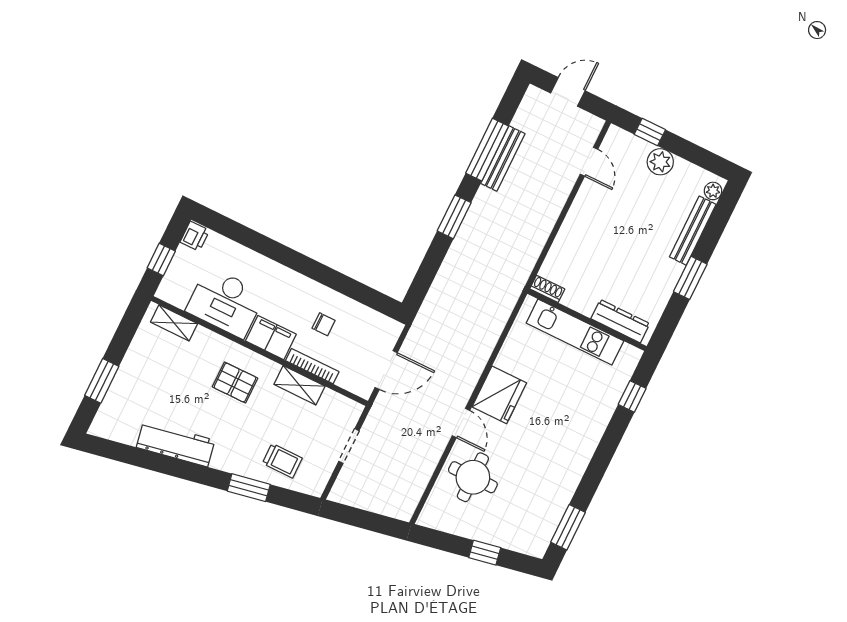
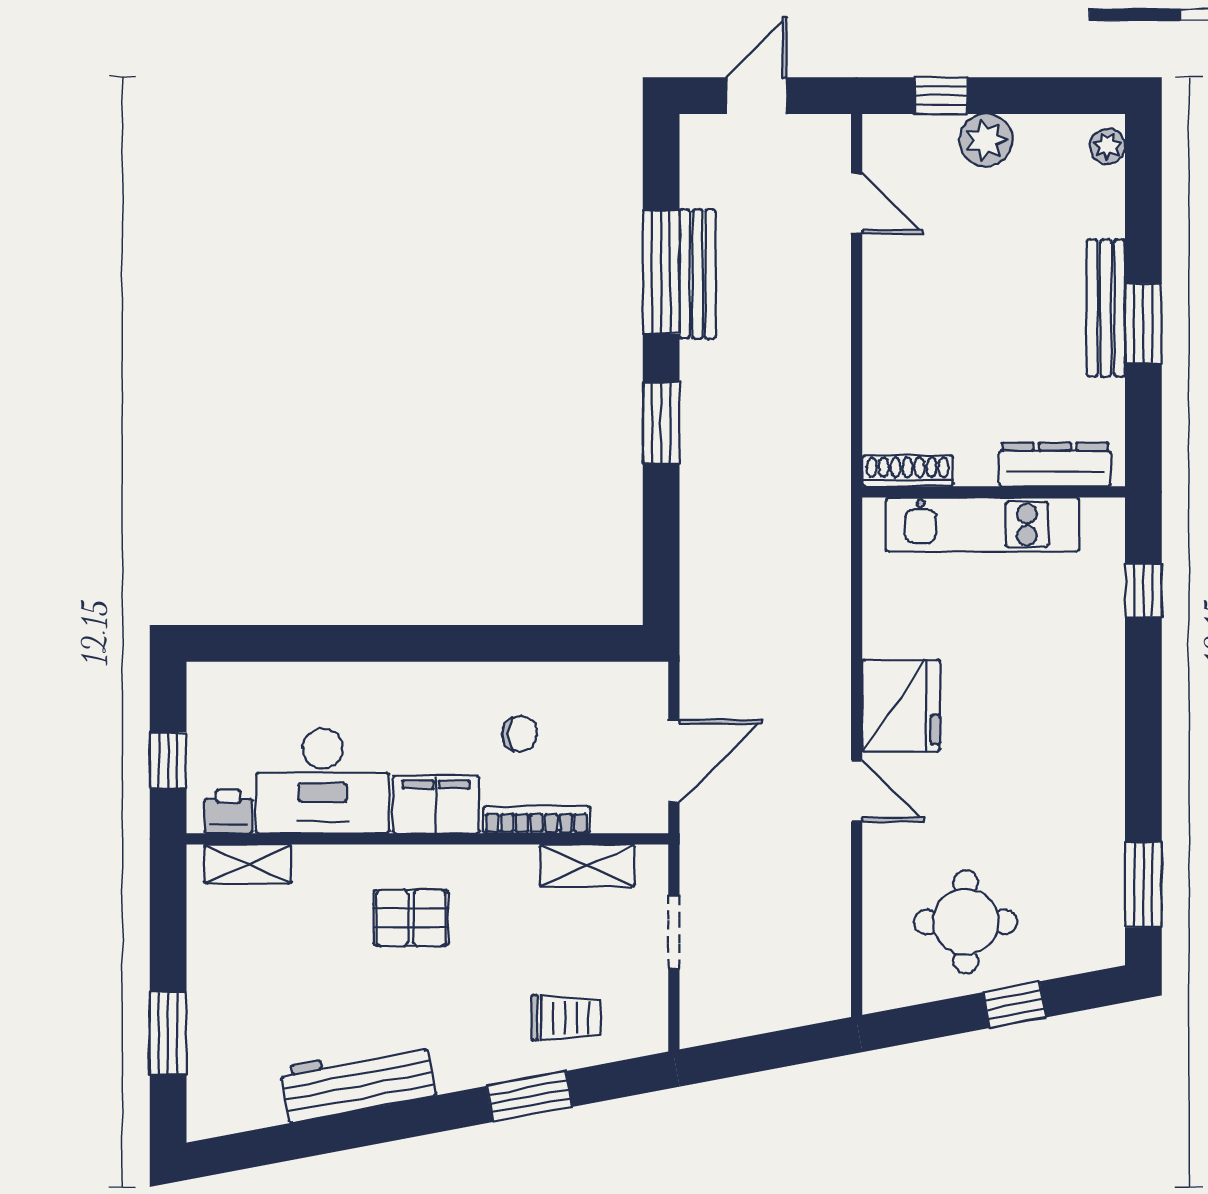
bench: (693, 231) -> (1106, 308), moved
printer: (195, 236) -> (228, 812), moved, turned -90
shoe rack: (547, 289) -> (908, 471), width x1.43
shelving: (300, 385) -> (587, 866), moved
round table: (473, 477) -> (966, 922), moved

